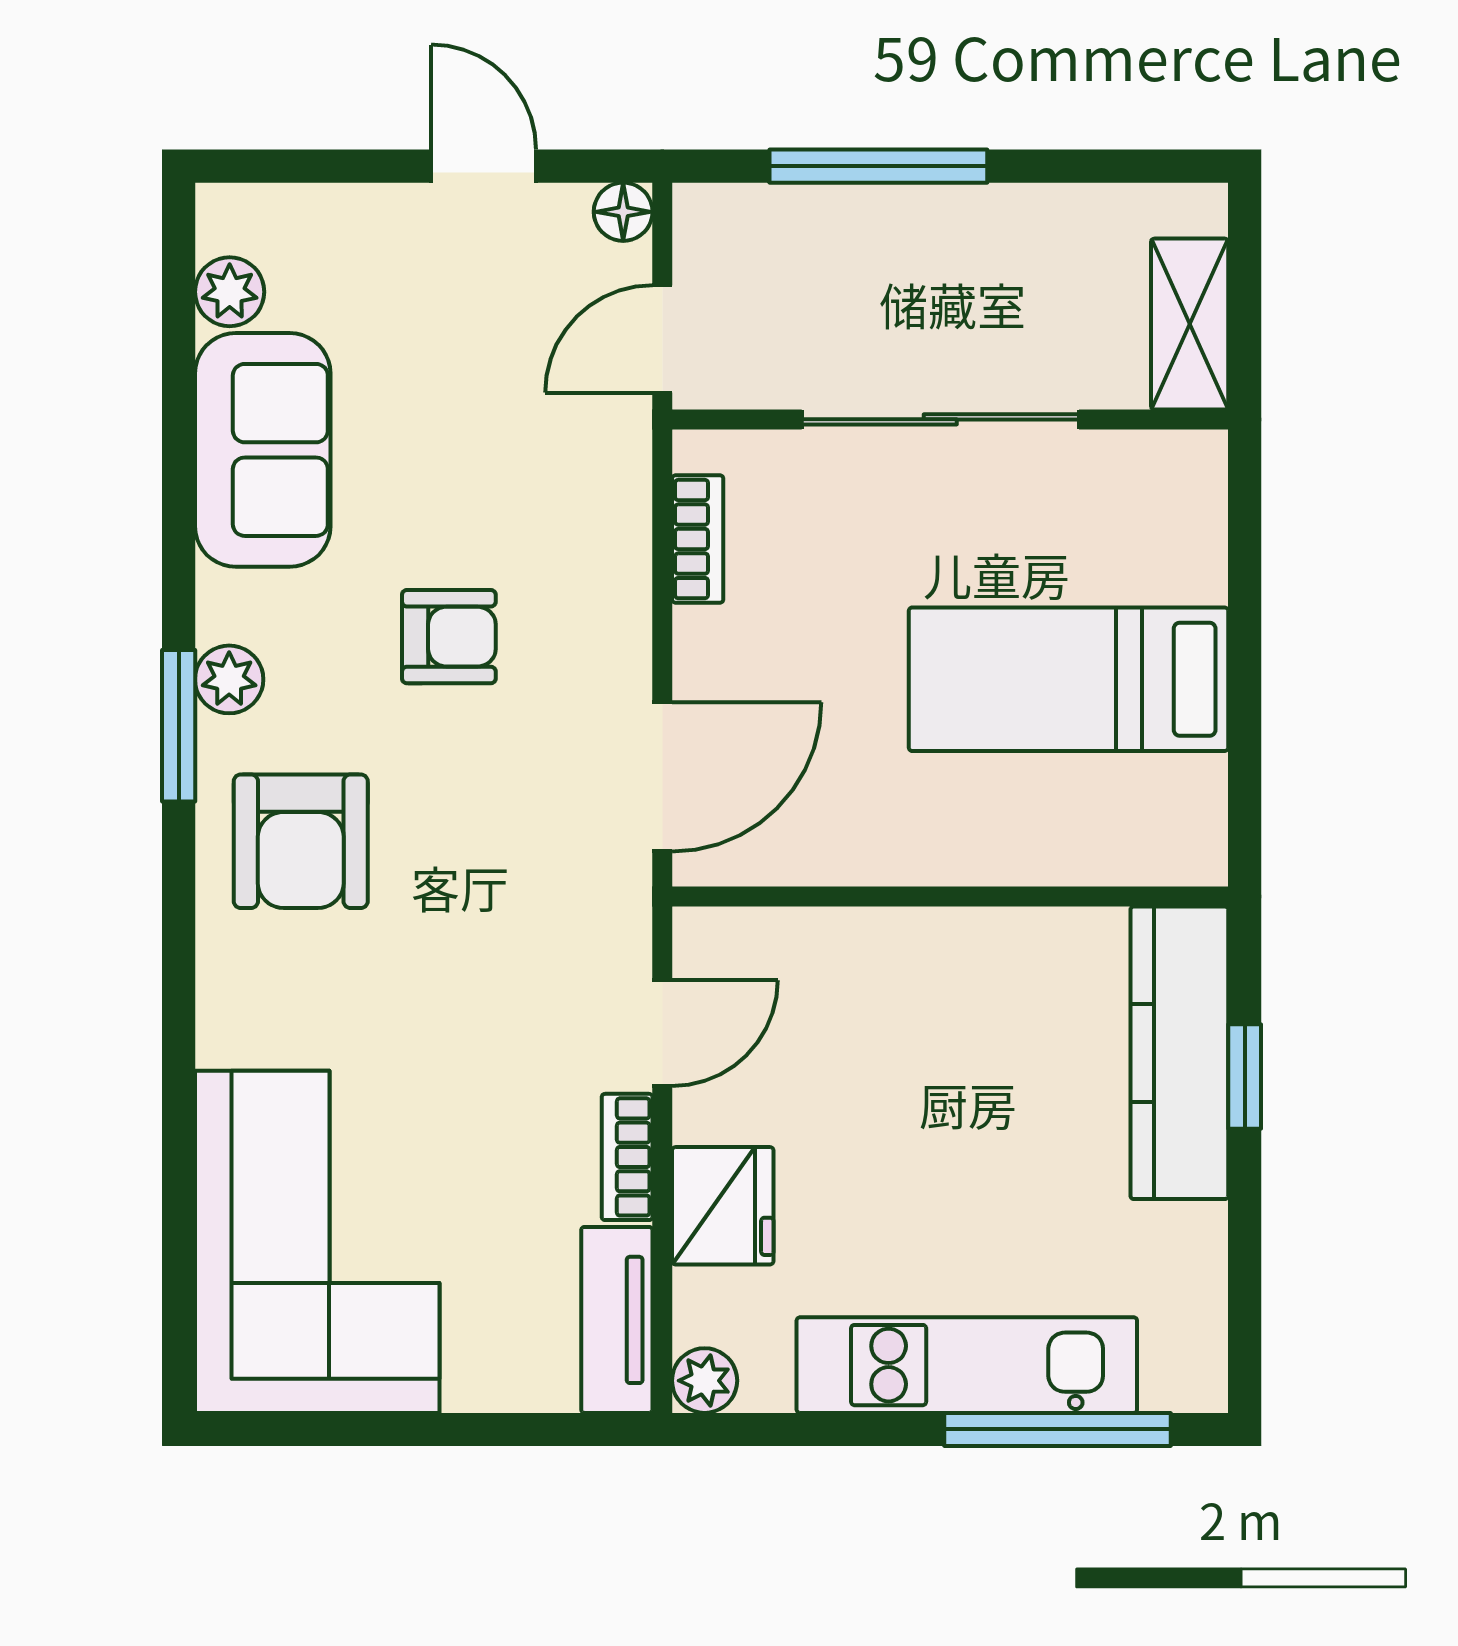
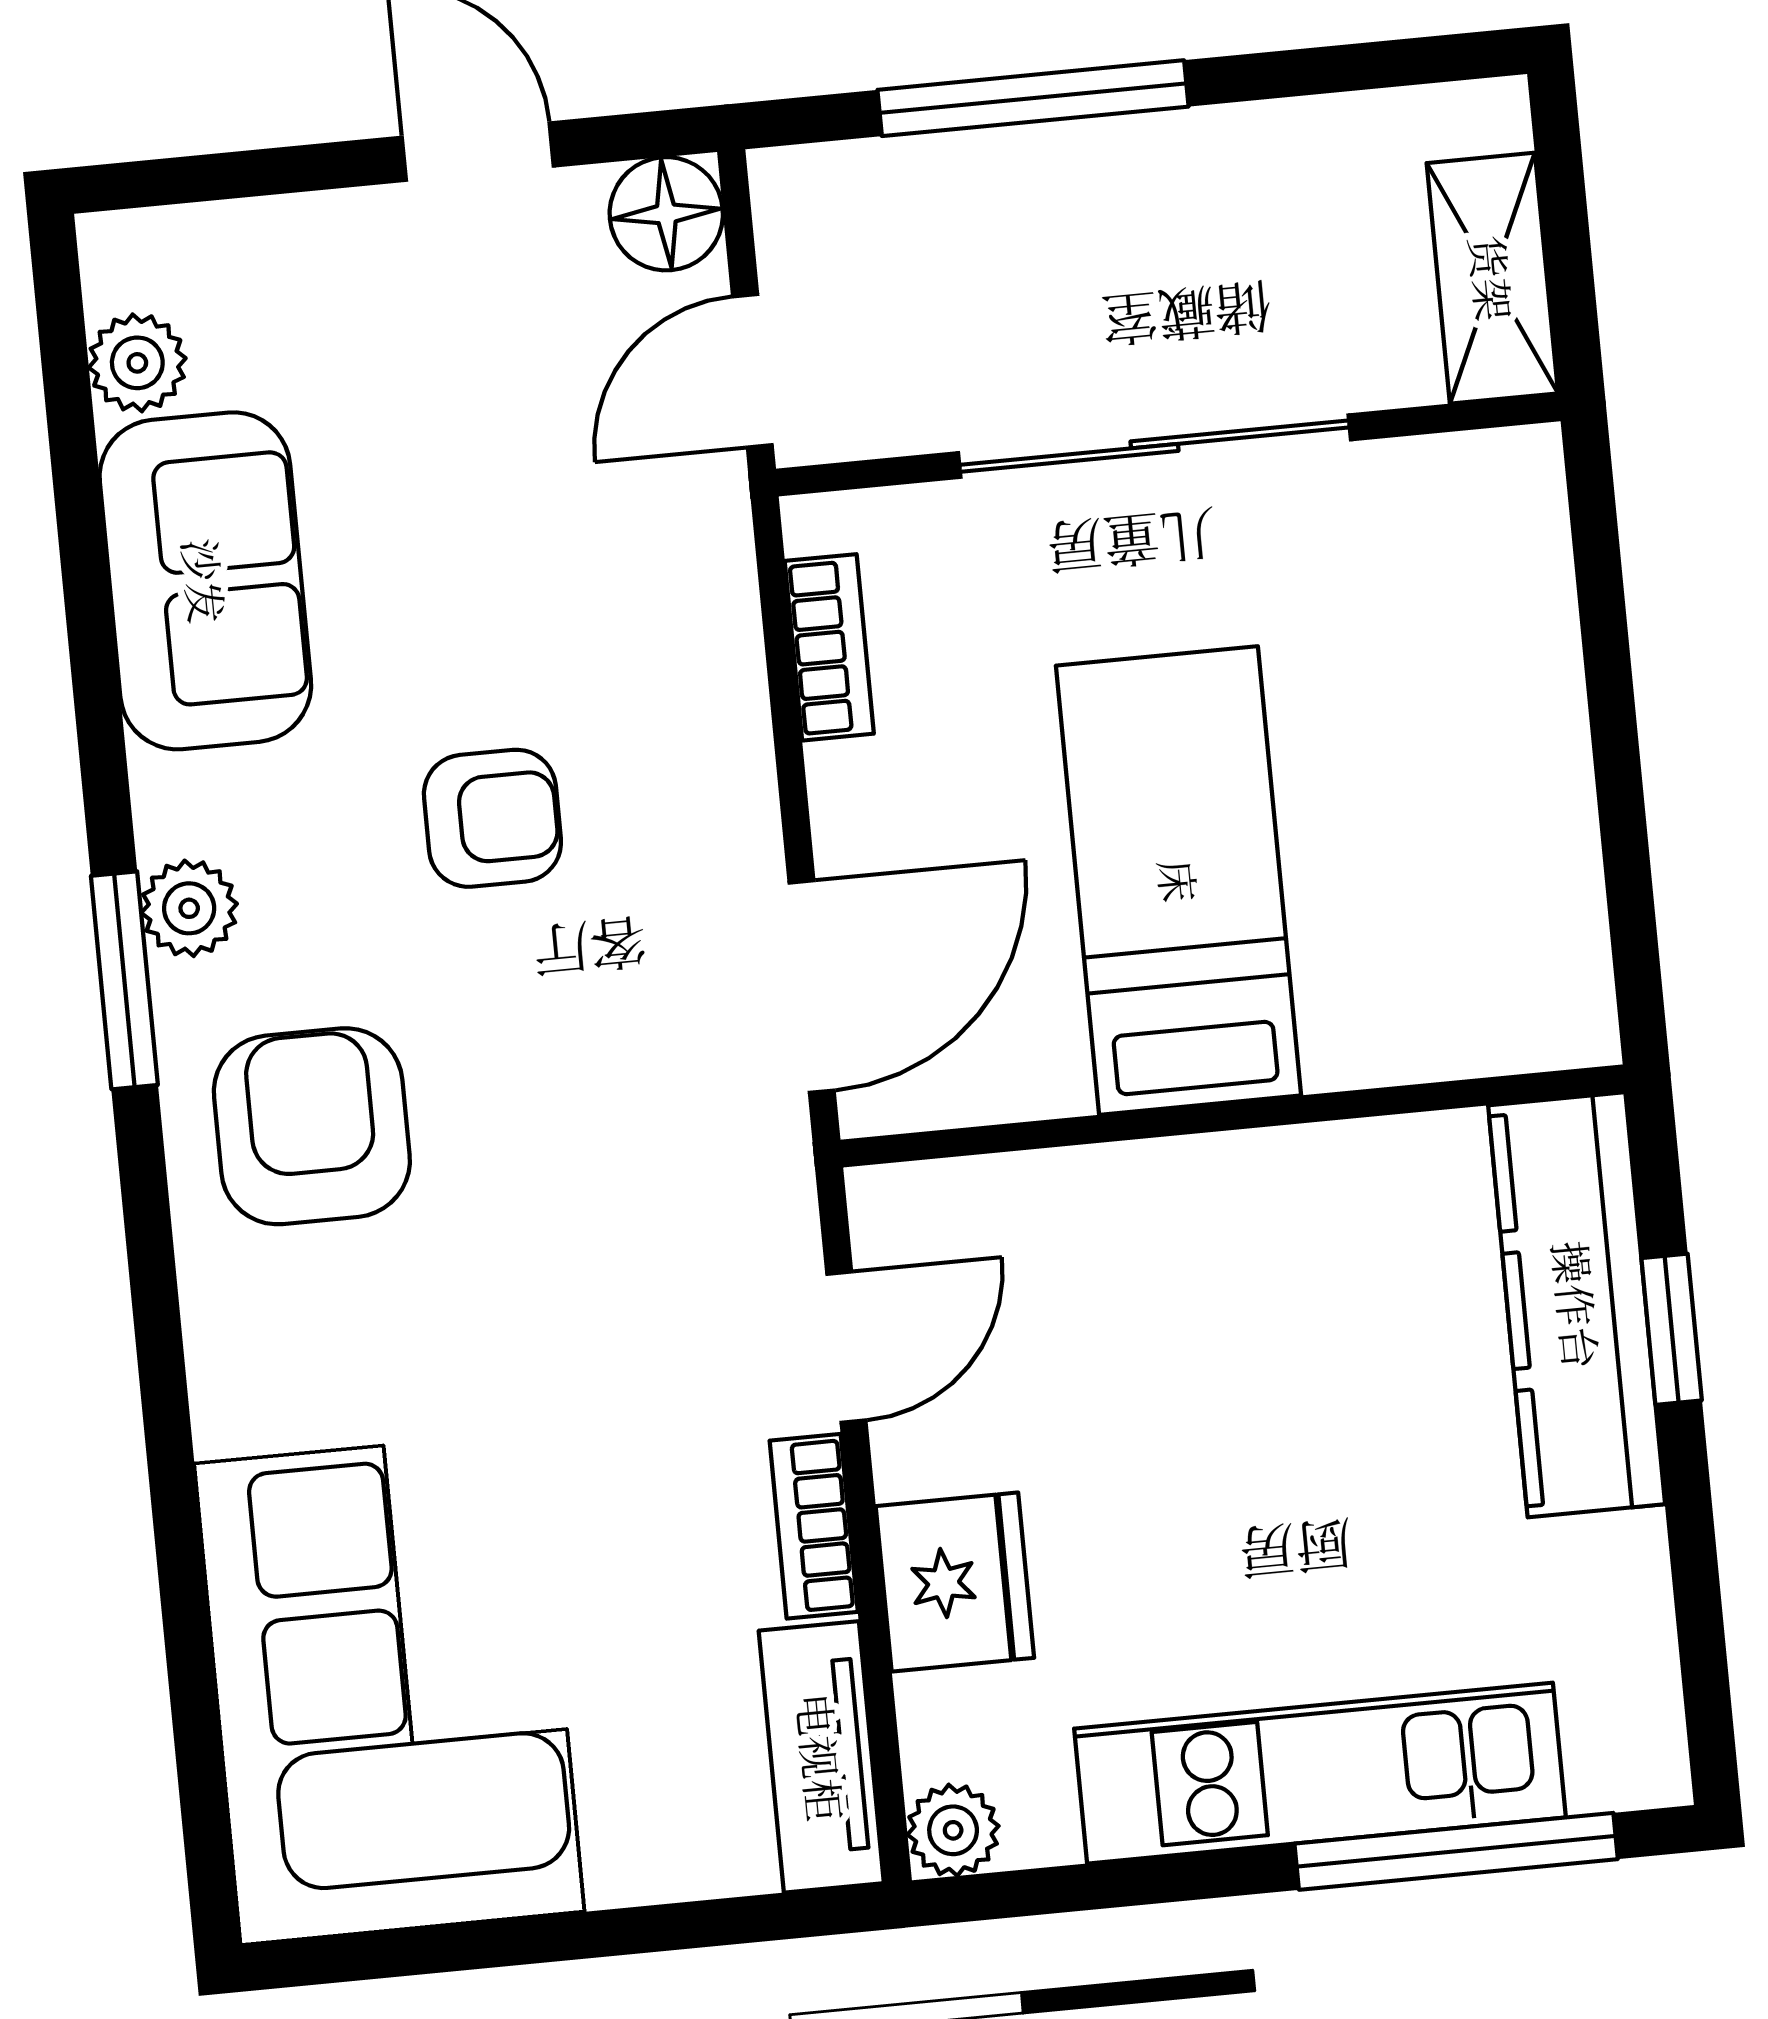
floor lamp: (623, 212) -> (666, 214), width x1.37, depth x1.37
bed: (1068, 679) -> (1179, 881), moved, turned 90
armchair: (301, 841) -> (312, 1126), turned 180

